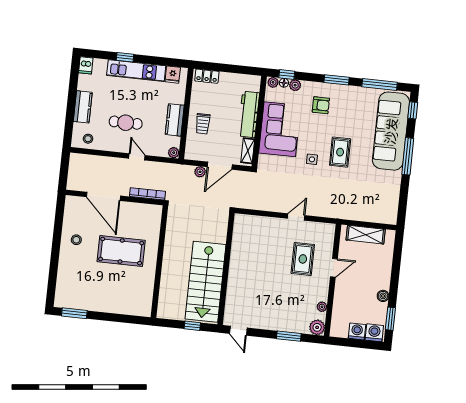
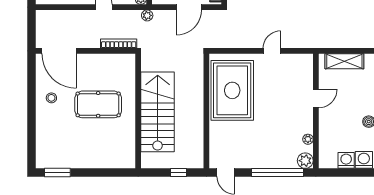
plant: (200, 172) -> (147, 15), moved
door: (103, 196) -> (59, 51), moved
rug: (303, 259) -> (232, 90), moved, width x1.86, depth x2.06
stairs: (205, 282) -> (158, 112), moved, turned 180
window: (289, 336) -> (277, 173), width x2.11

